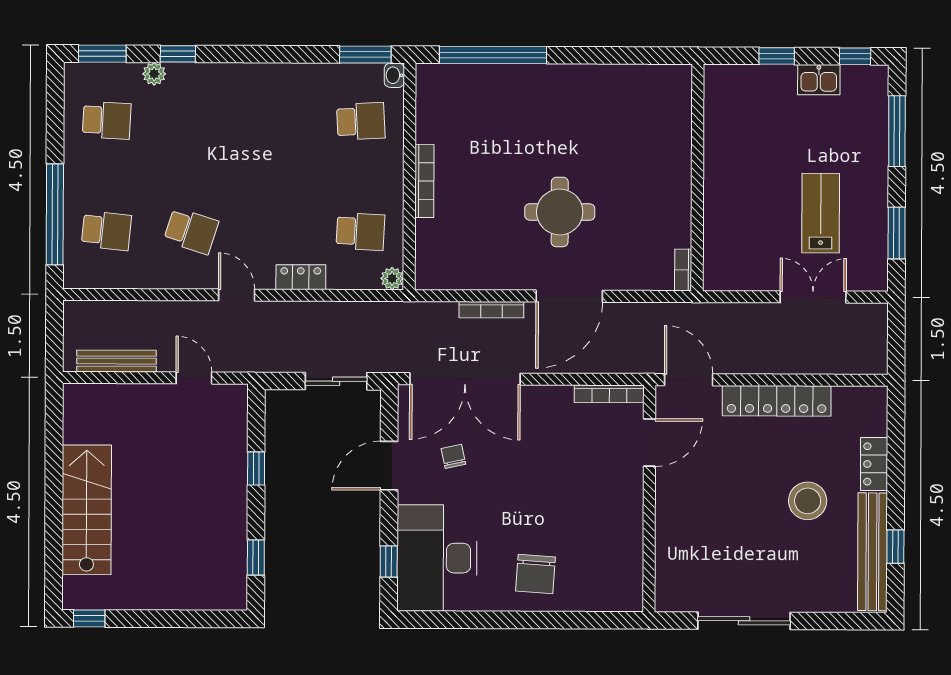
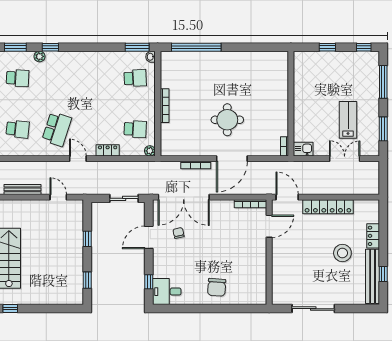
kitchen sink: (819, 80) -> (303, 149), moved, turned 180
school desk: (191, 231) -> (57, 129), width x1.85
desk: (437, 558) -> (167, 292), width x0.53, depth x0.77

